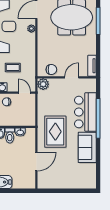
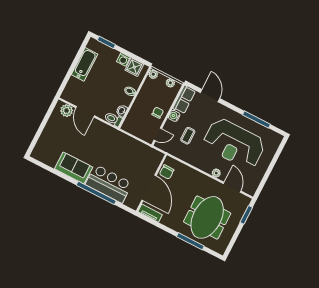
door: (72, 77) -> (149, 188), width x1.87
plant: (43, 84) -> (67, 111), moved
rug: (55, 132) -> (105, 145), removed
toilet: (10, 136) -> (113, 119), moved

